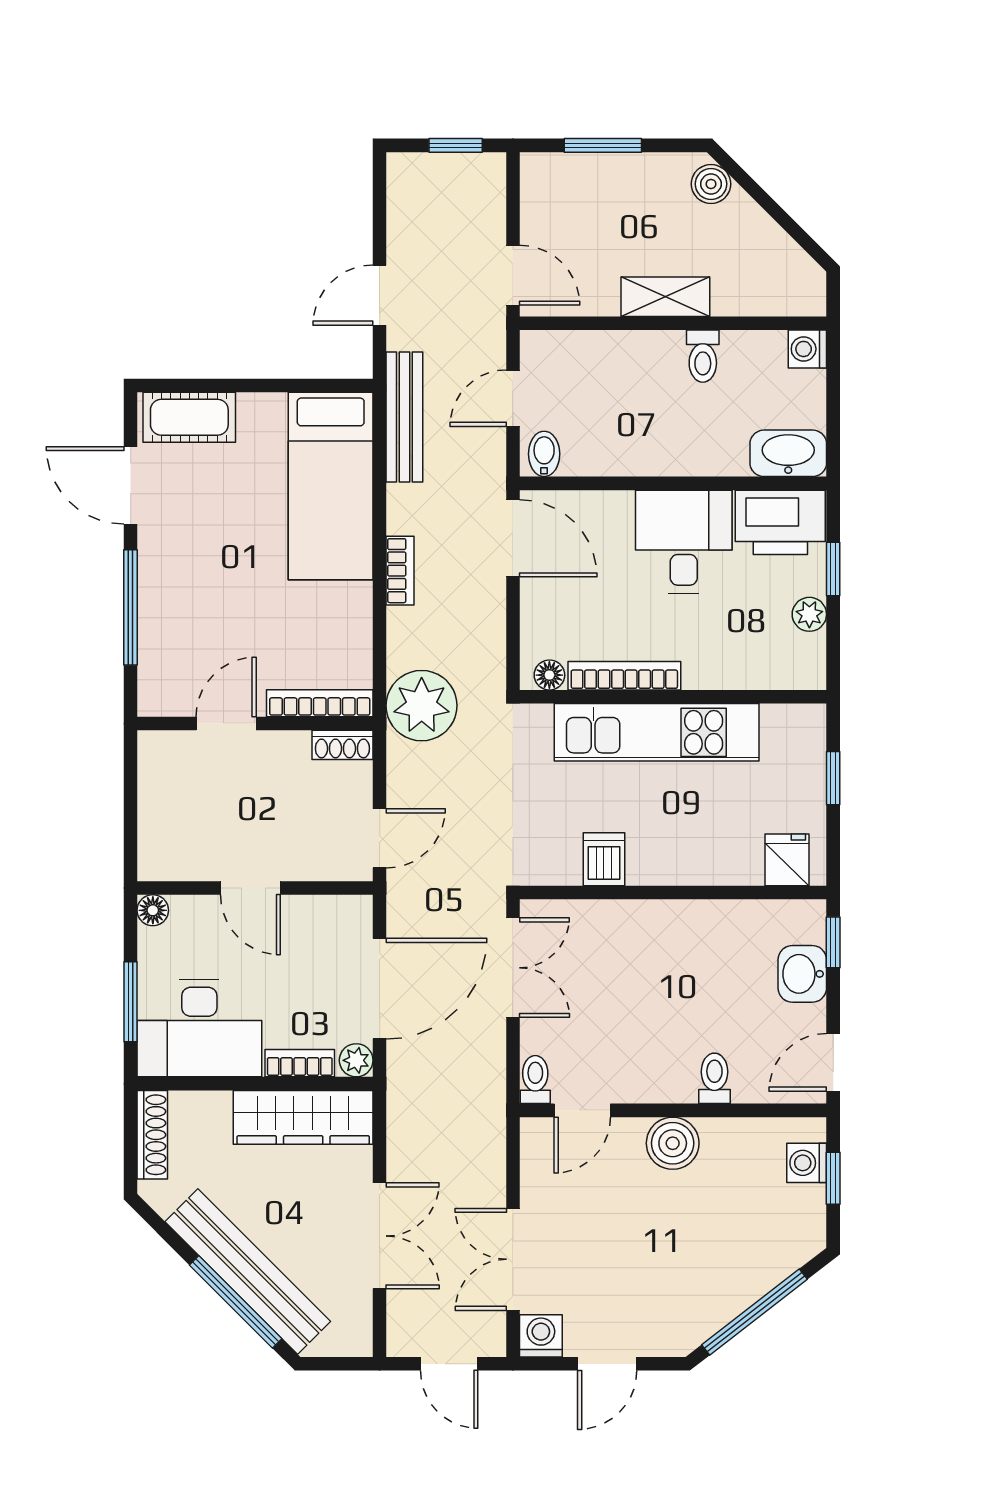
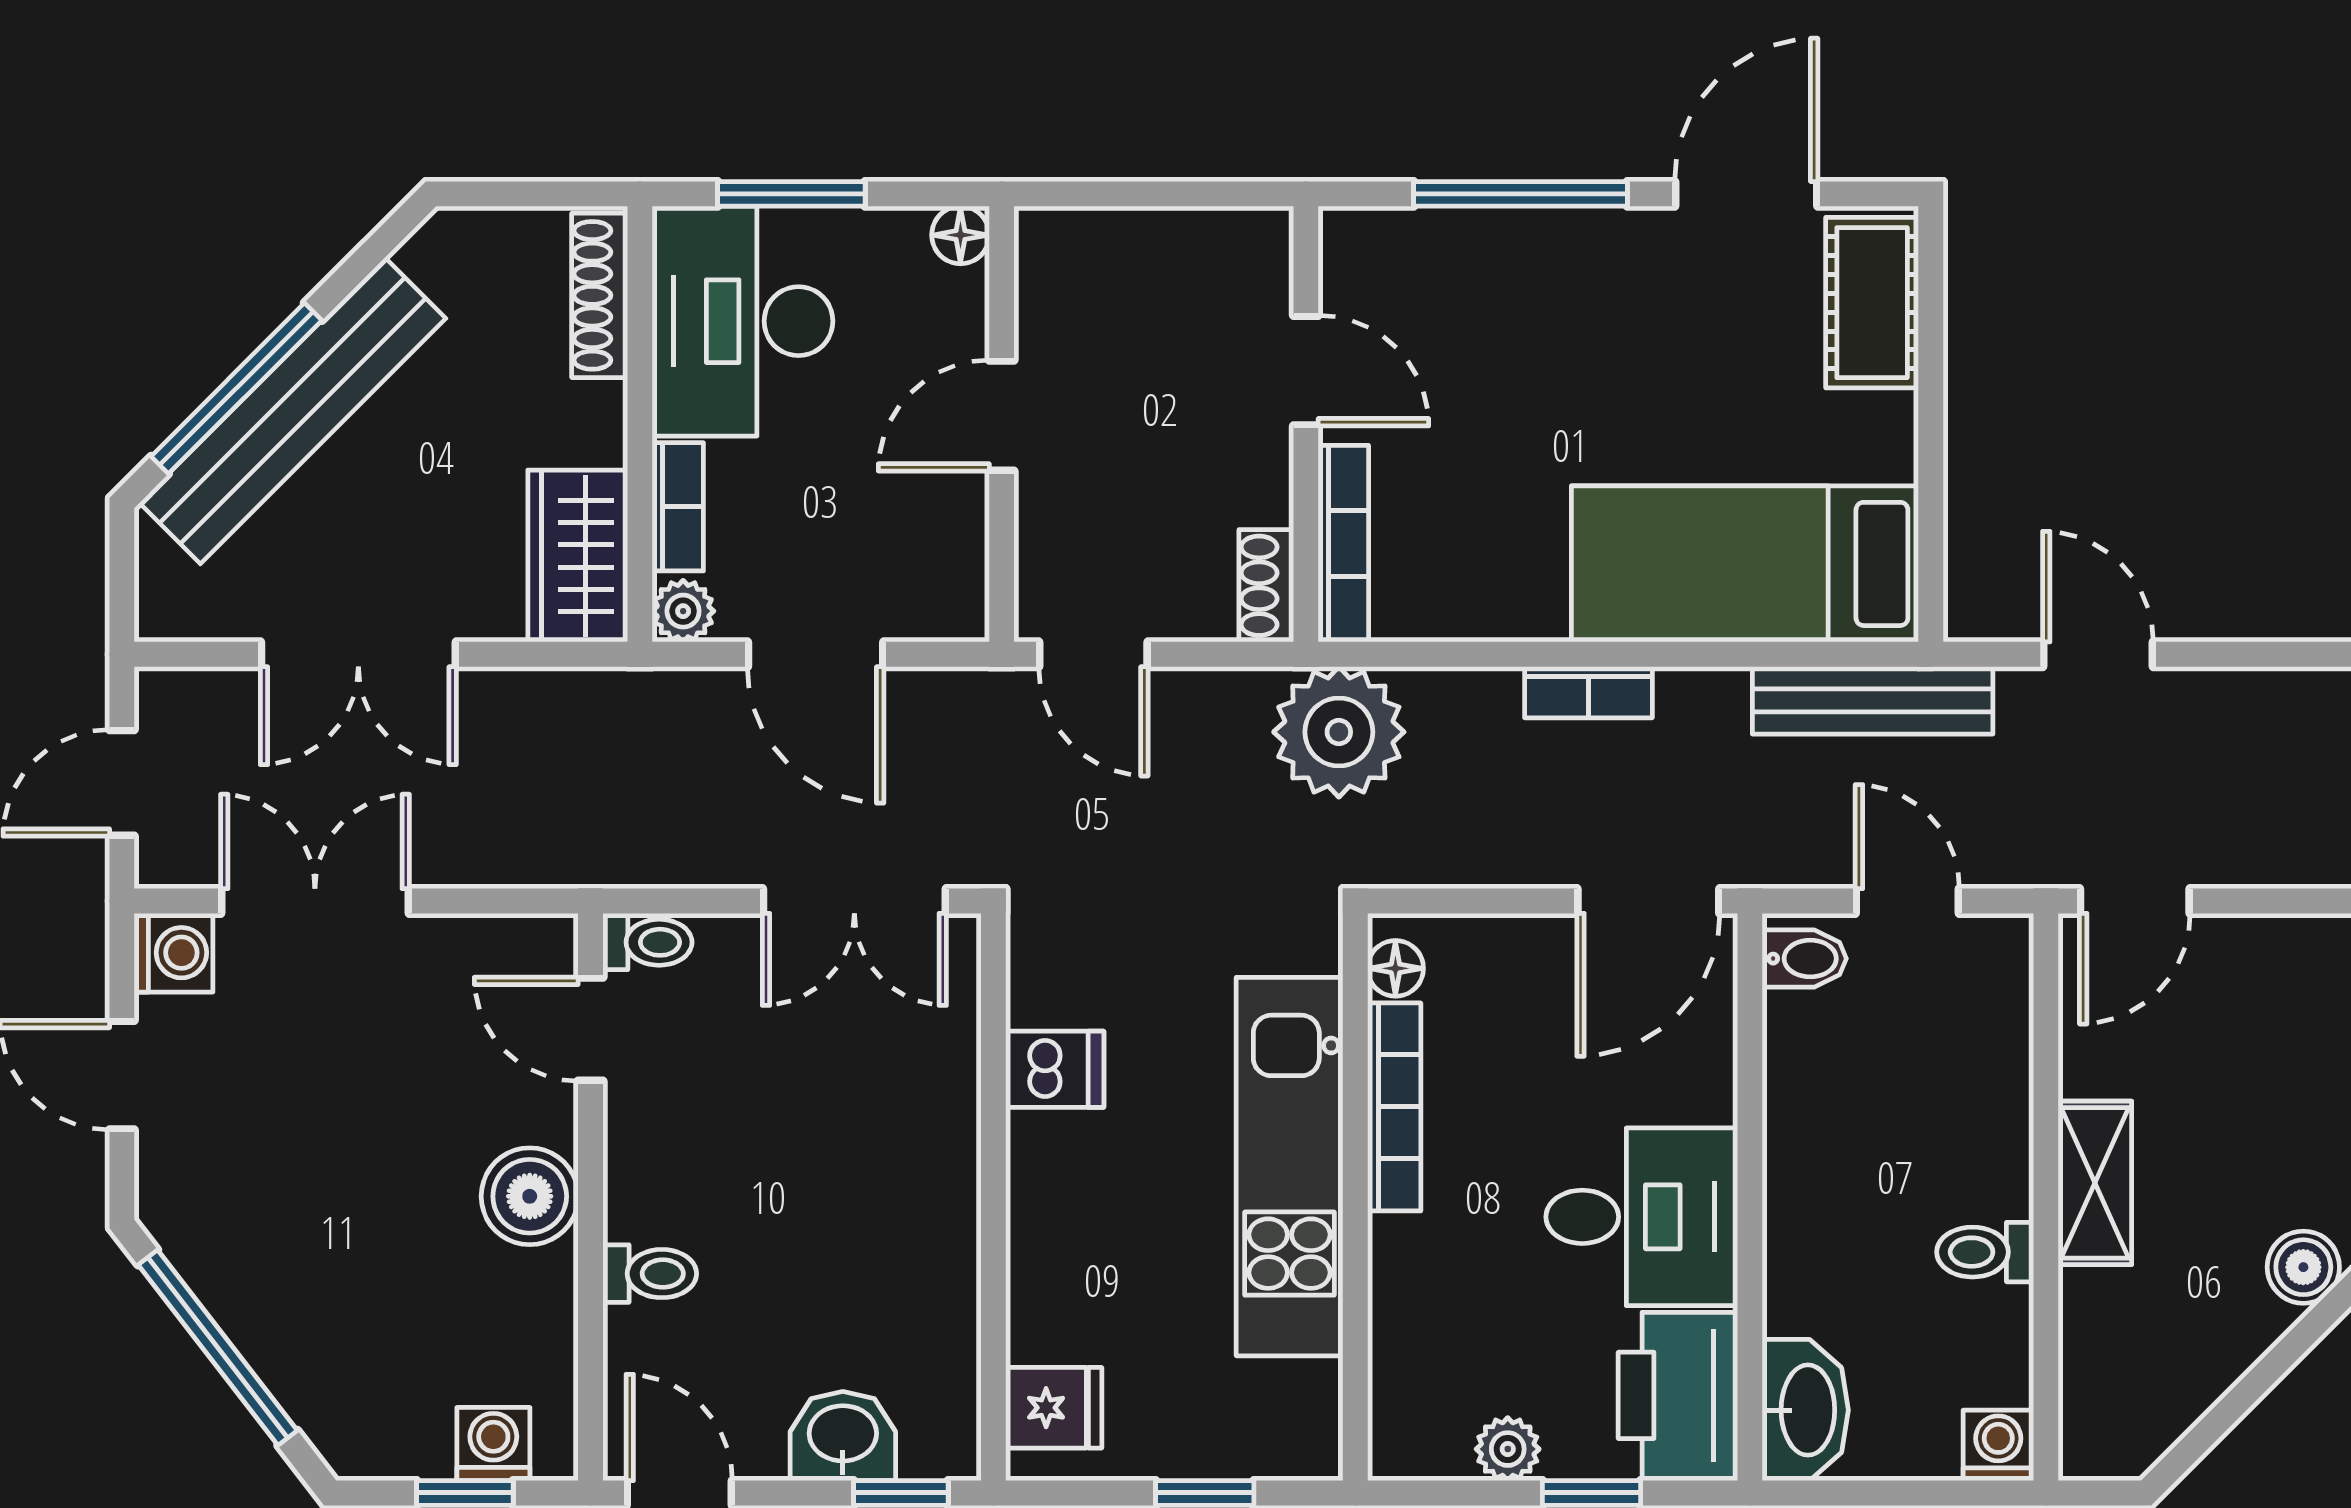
door: (380, 989) -> (816, 654), width x0.73
wardrobe: (303, 1117) -> (578, 556), width x0.67
shoe rack: (152, 1135) -> (600, 295), moved, turned 90

